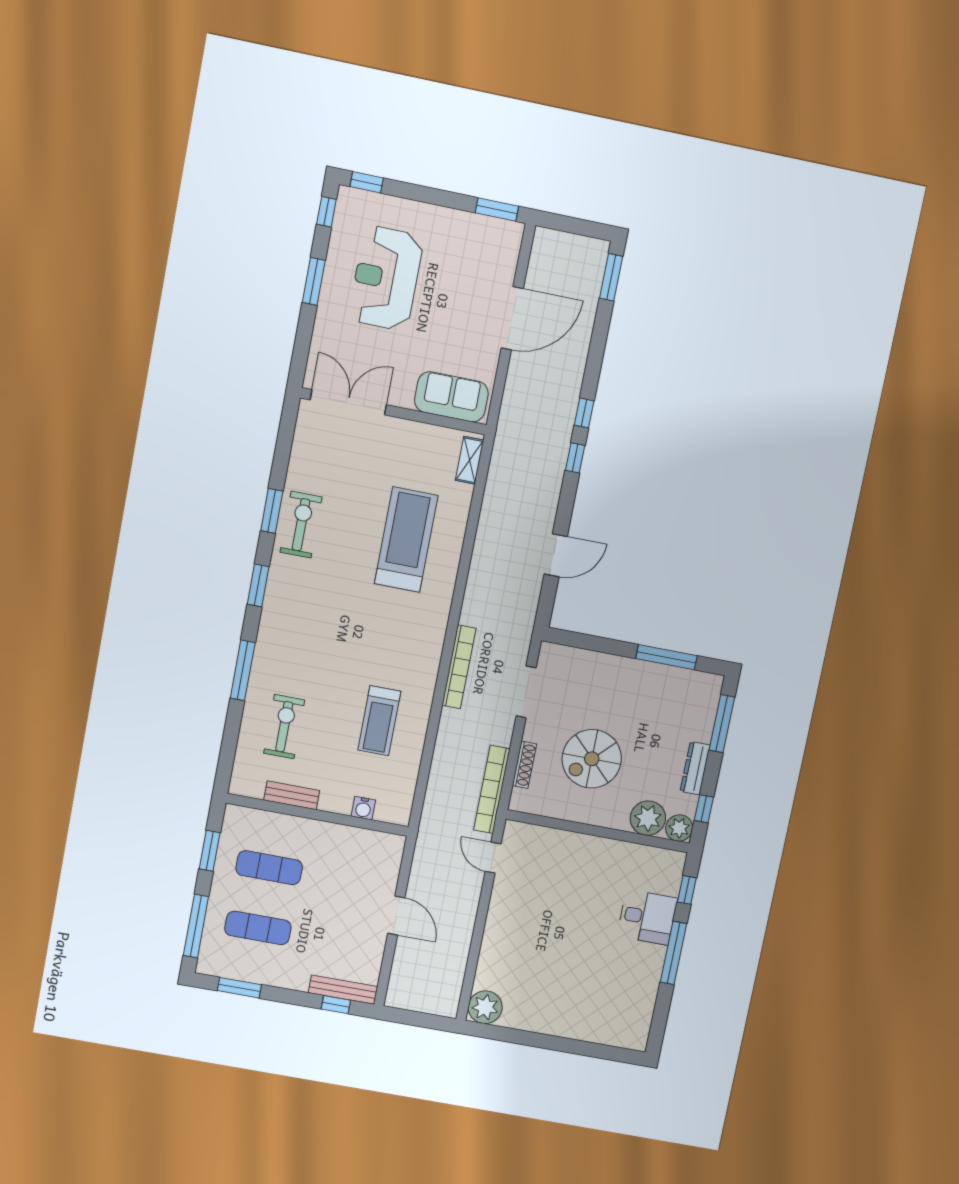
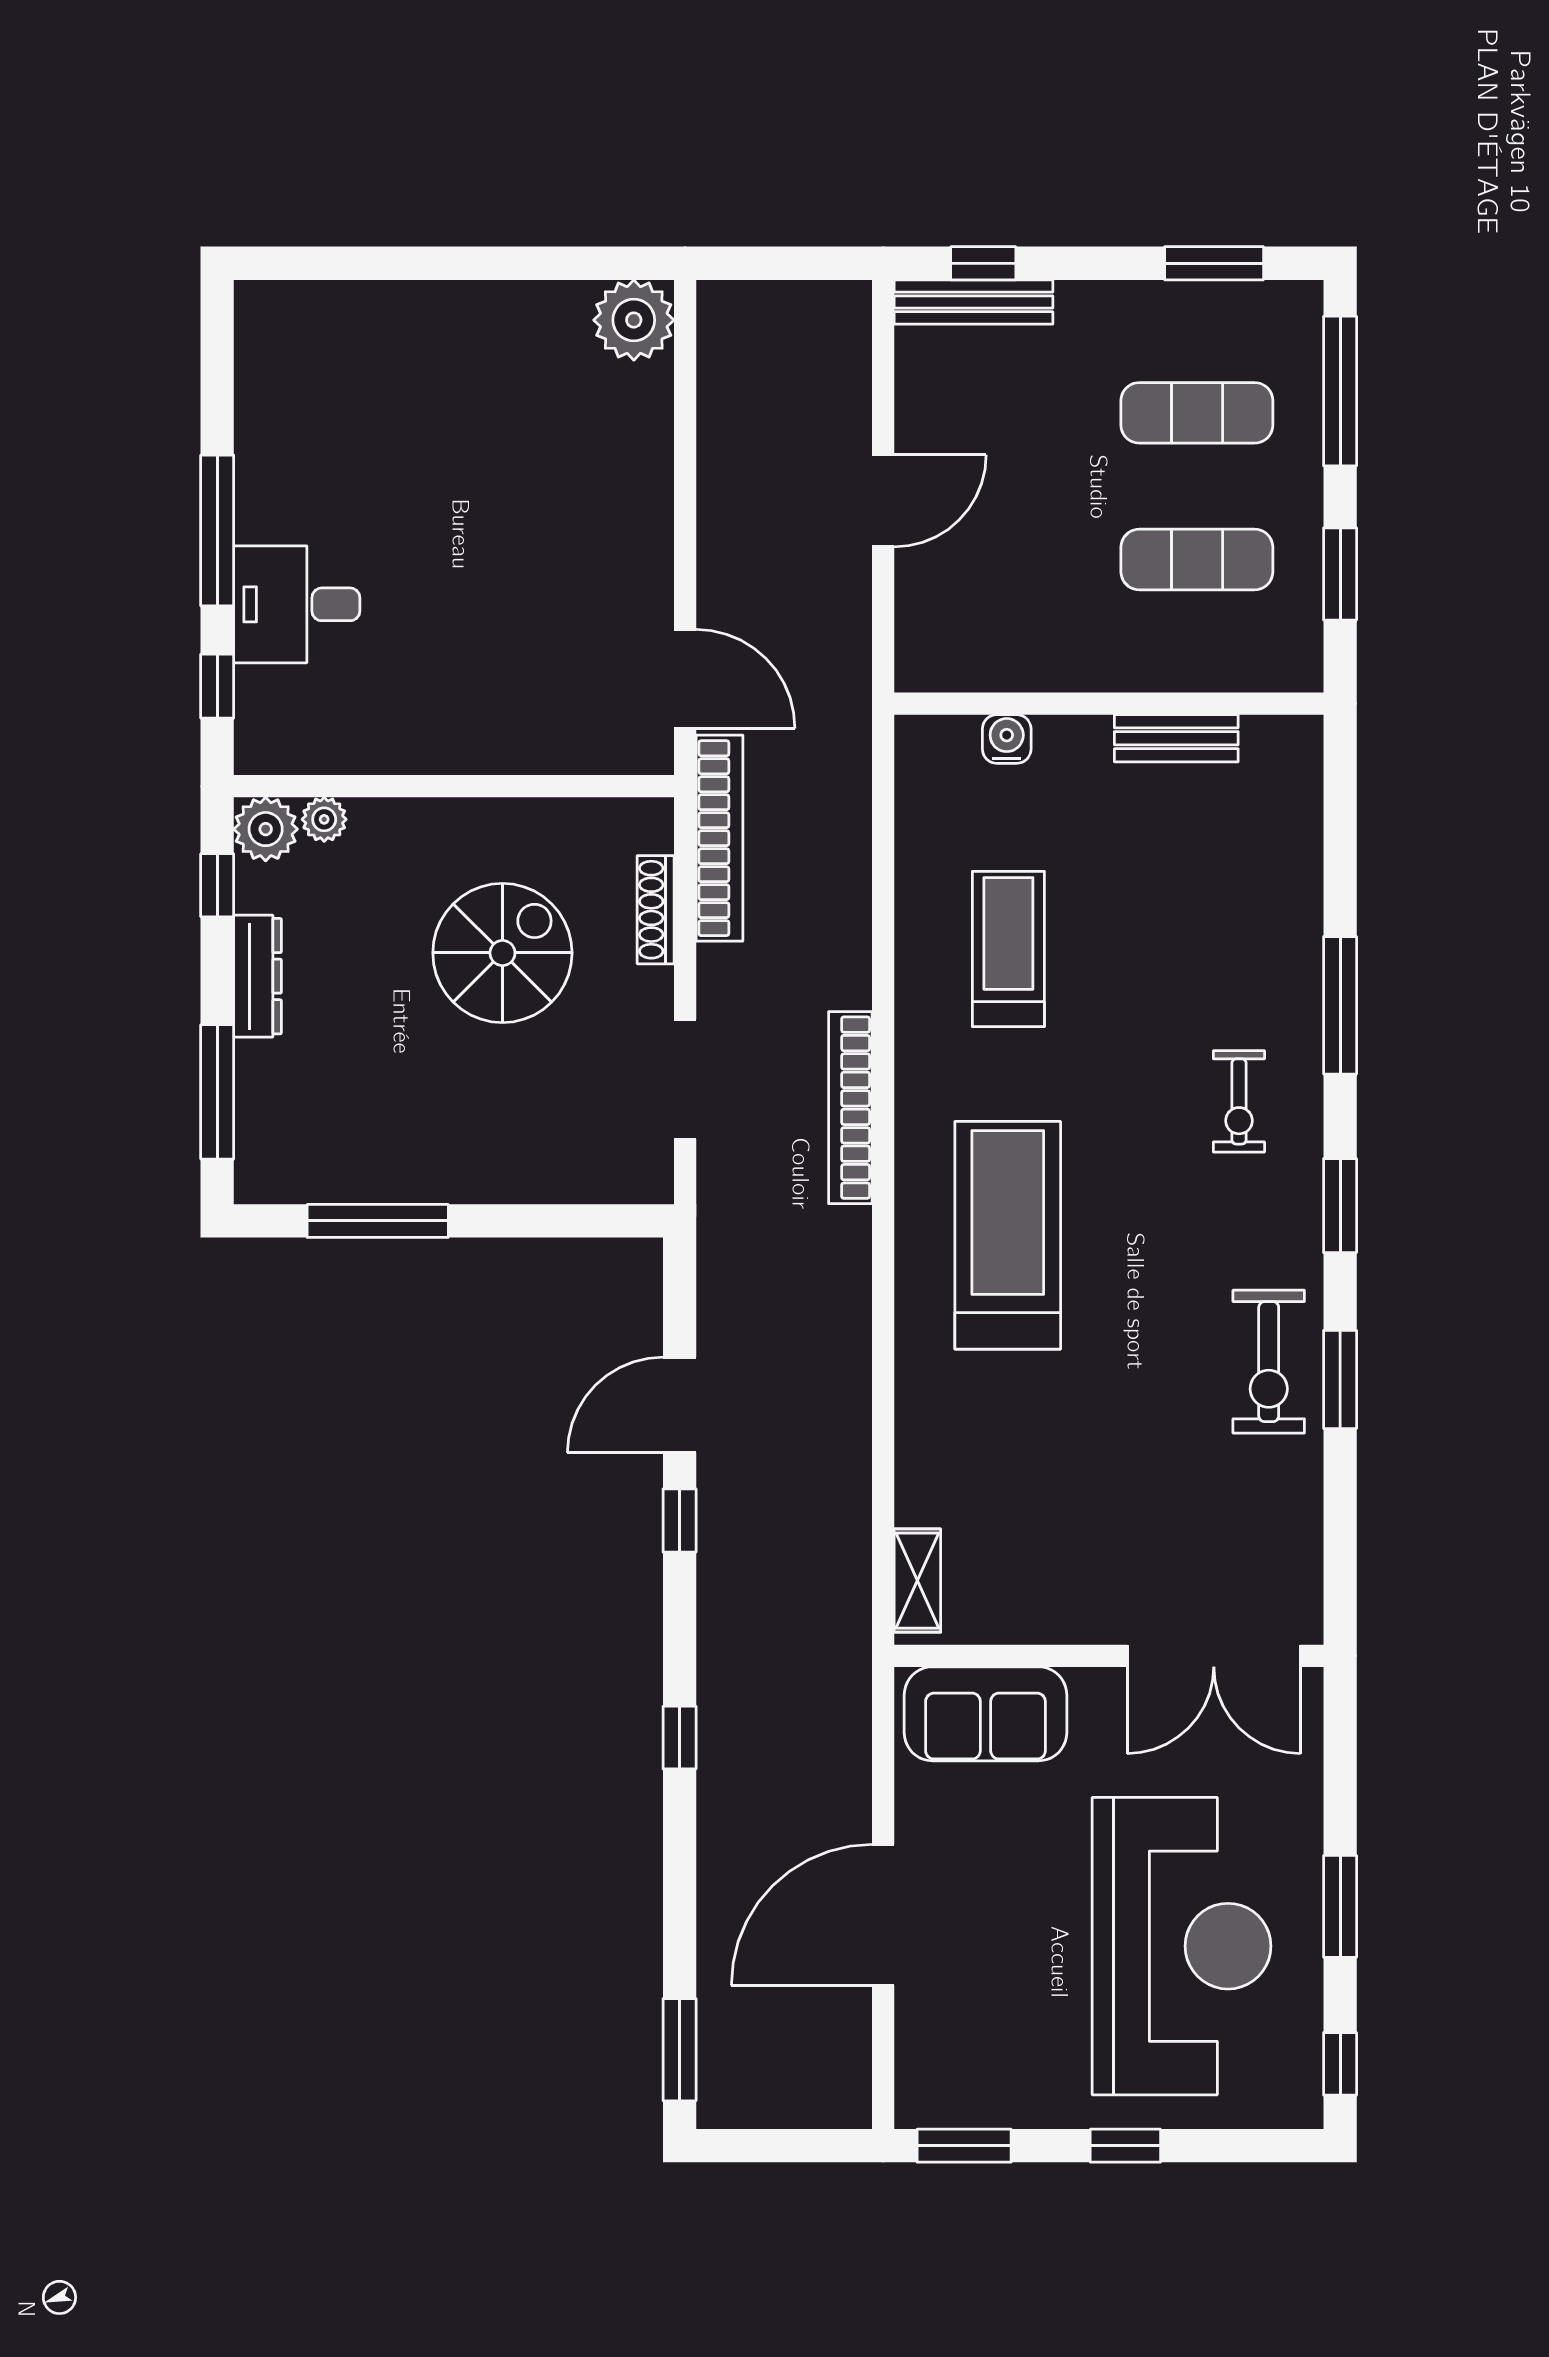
window: (367, 182) -> (1125, 2146), moved
reception desk: (386, 278) -> (1182, 1946), width x1.36, depth x1.30
window: (575, 458) -> (680, 1520), moved
treadmill: (406, 540) -> (1008, 1235), moved, turned 180
exercise bike: (284, 727) -> (1239, 1101), moved, width x0.73, depth x0.72
plant: (648, 818) -> (324, 819), width x0.53, depth x0.53
door: (493, 858) -> (685, 679), width x1.37
door: (396, 915) -> (883, 501), swing flipped

